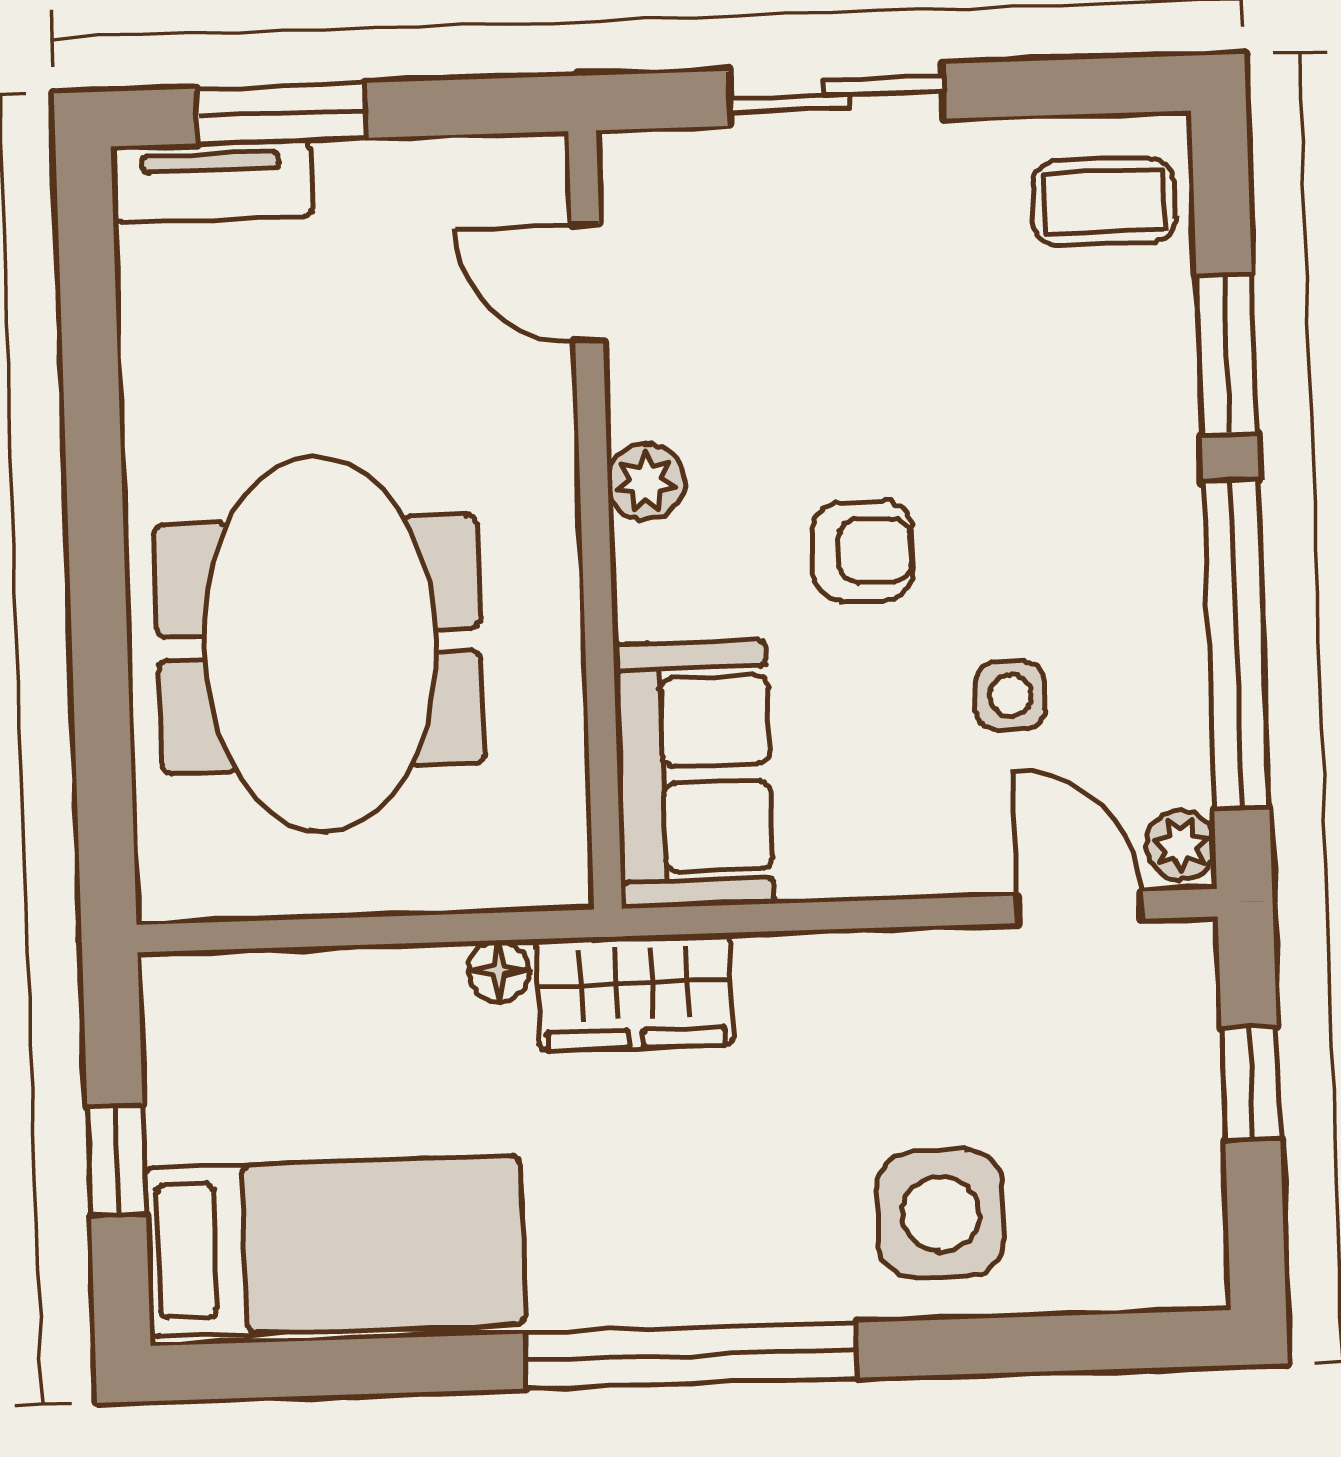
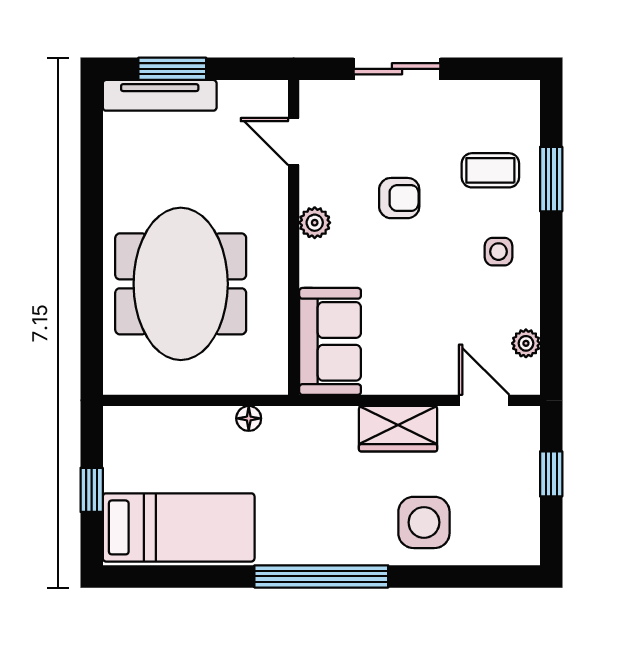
tv unit: (212, 181) -> (160, 95), width x1.41
coffee table: (1104, 202) -> (490, 170), moved
armchair: (863, 551) -> (399, 198), moved
window: (1236, 644) -> (551, 296), removed
side table: (1010, 696) -> (499, 252), moved
plant: (1181, 845) -> (526, 343), moved
wardrobe: (635, 992) -> (398, 429), moved

